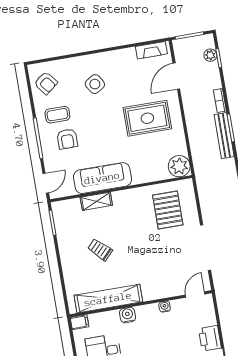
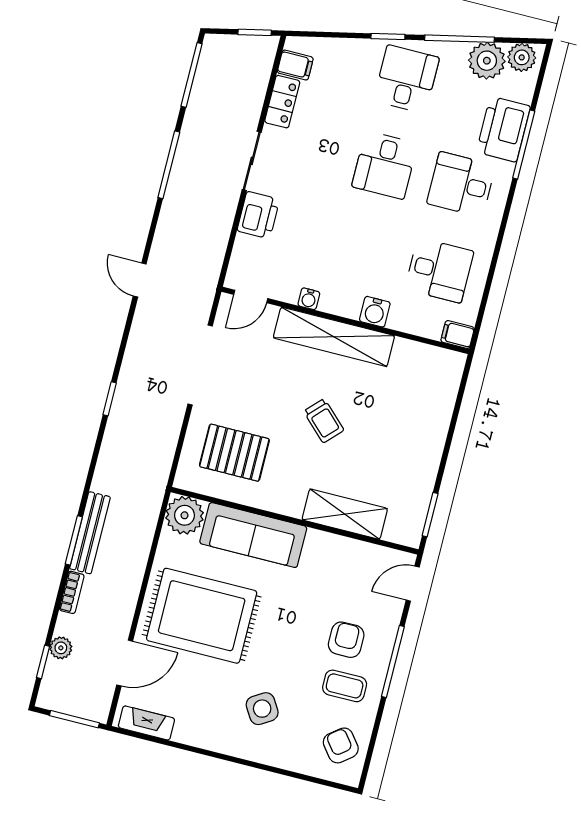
plant: (210, 55) -> (61, 648), moved
rug: (147, 118) -> (202, 616), width x1.37, depth x1.44
sofa: (102, 178) -> (253, 535), moved
shelving: (96, 201) -> (345, 514), width x1.50, depth x1.33
pallet: (168, 210) -> (234, 453), turned 90
trolley: (100, 250) -> (324, 421), moved
shelving: (108, 299) -> (334, 337), moved

